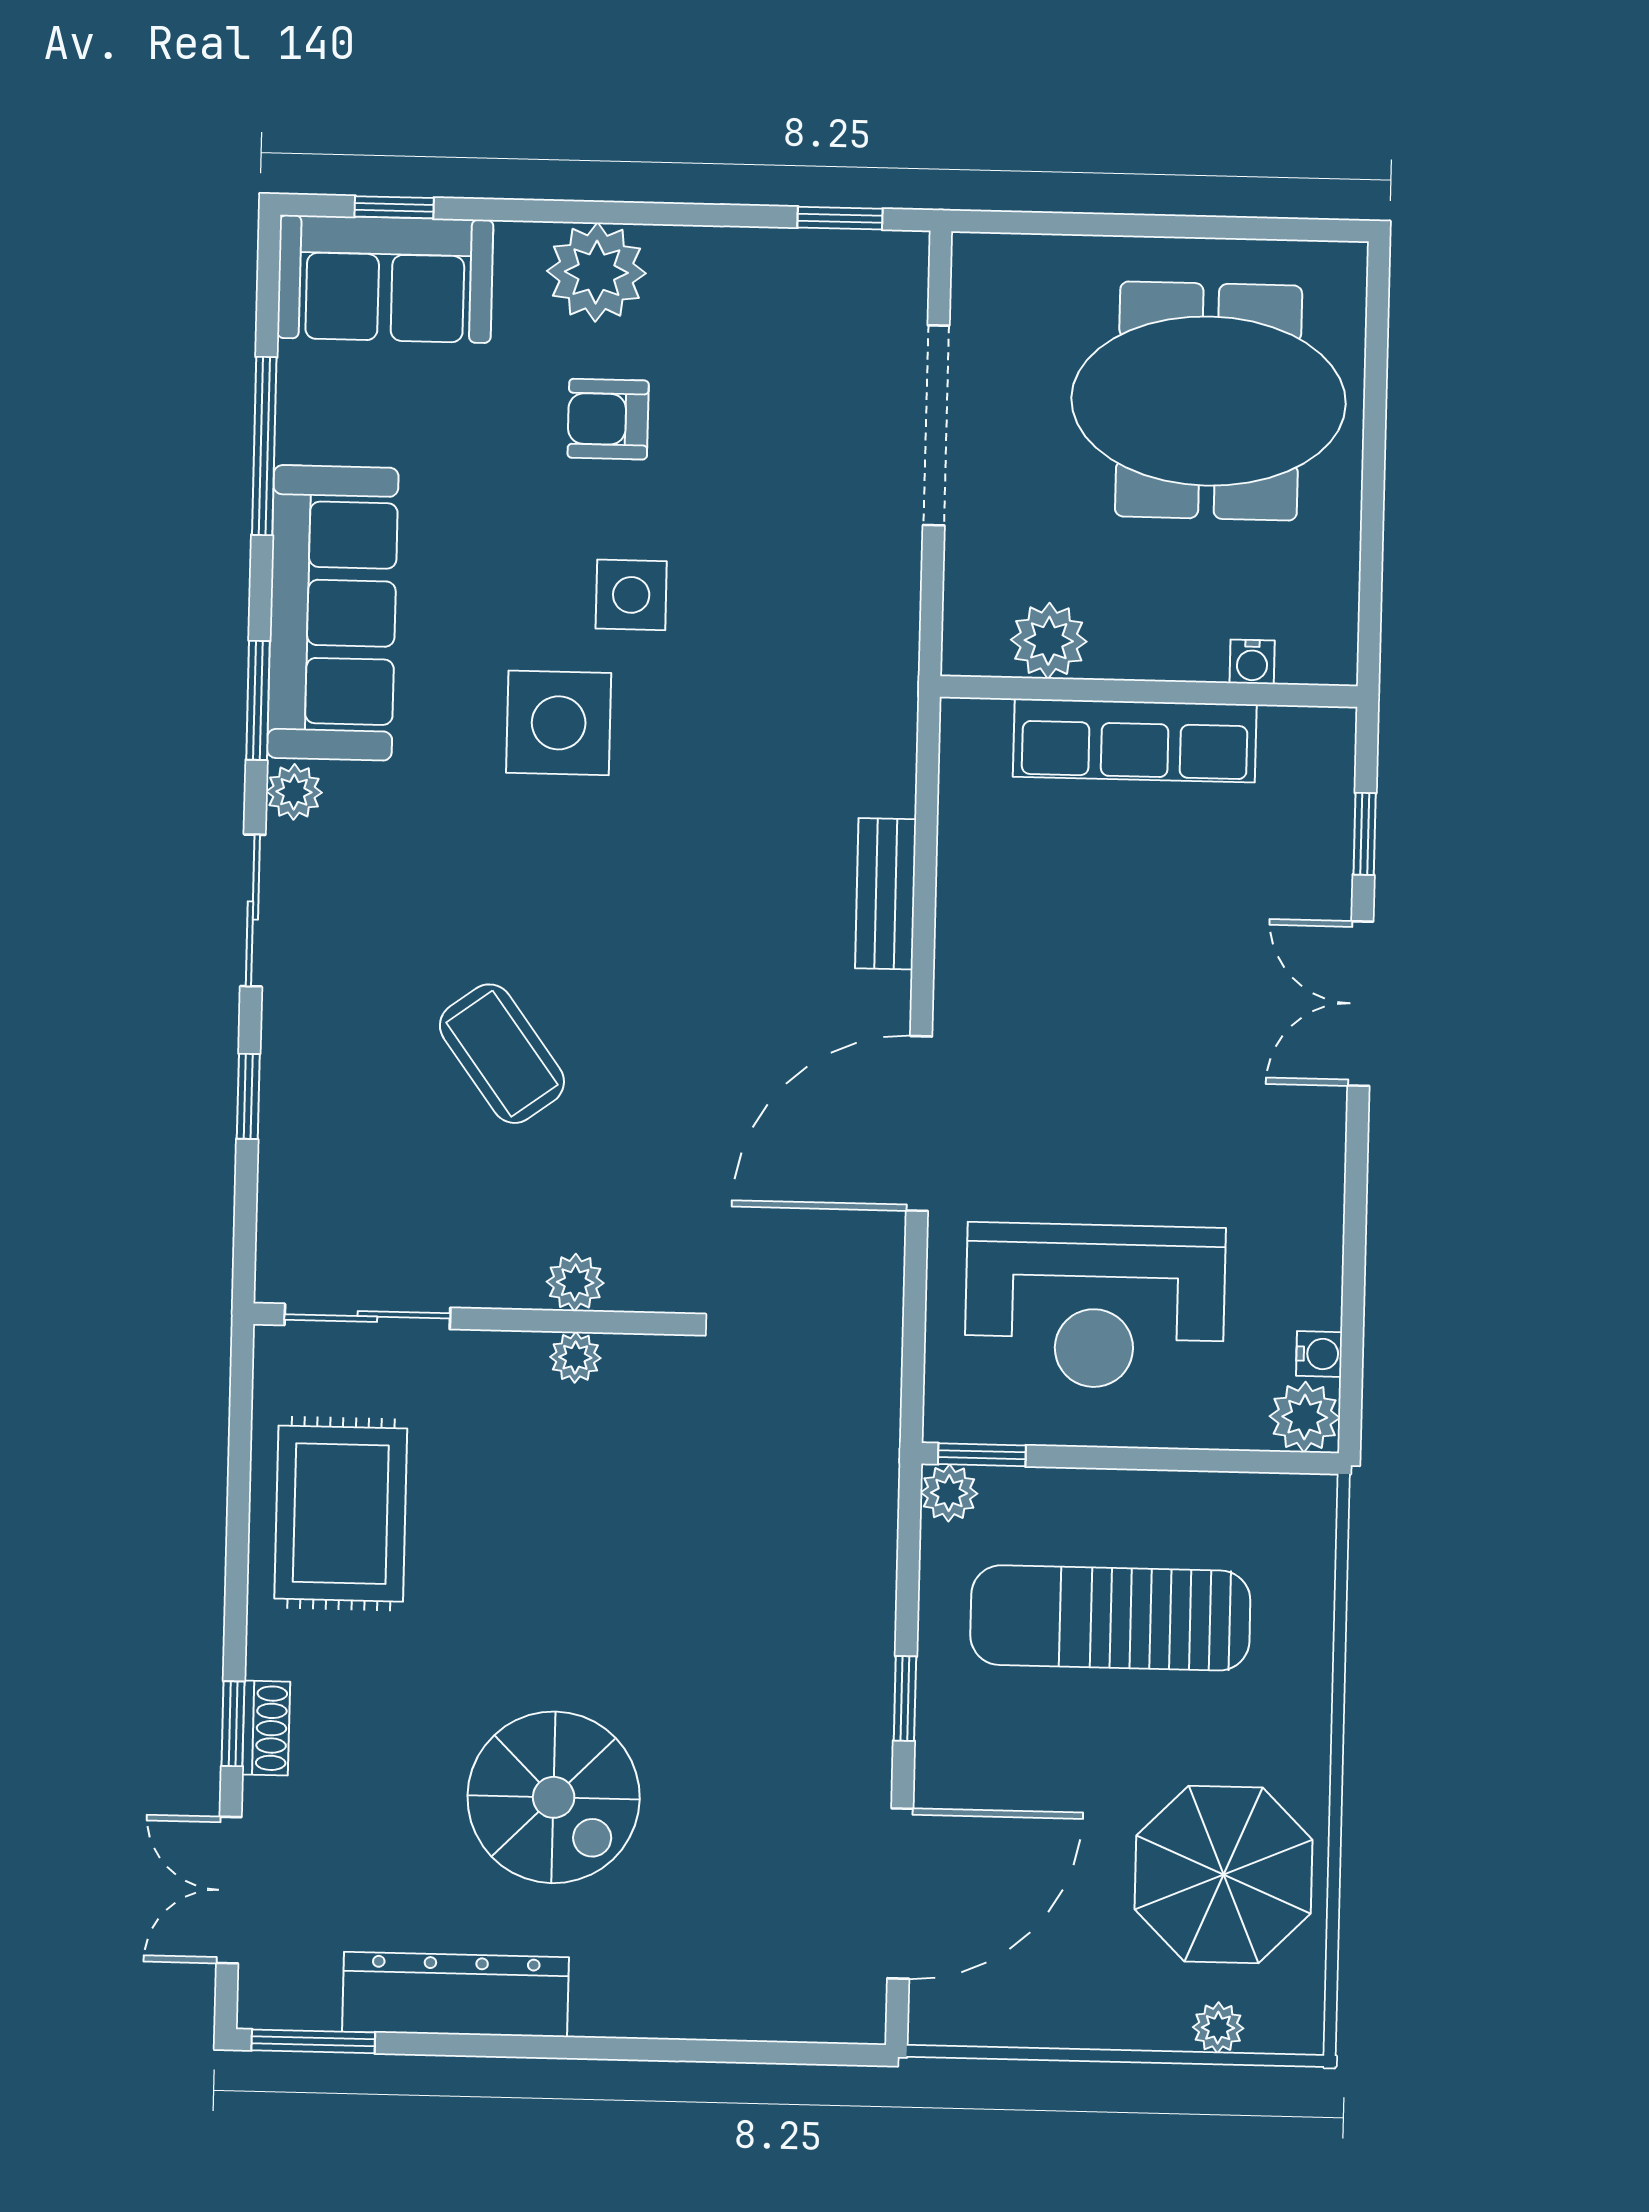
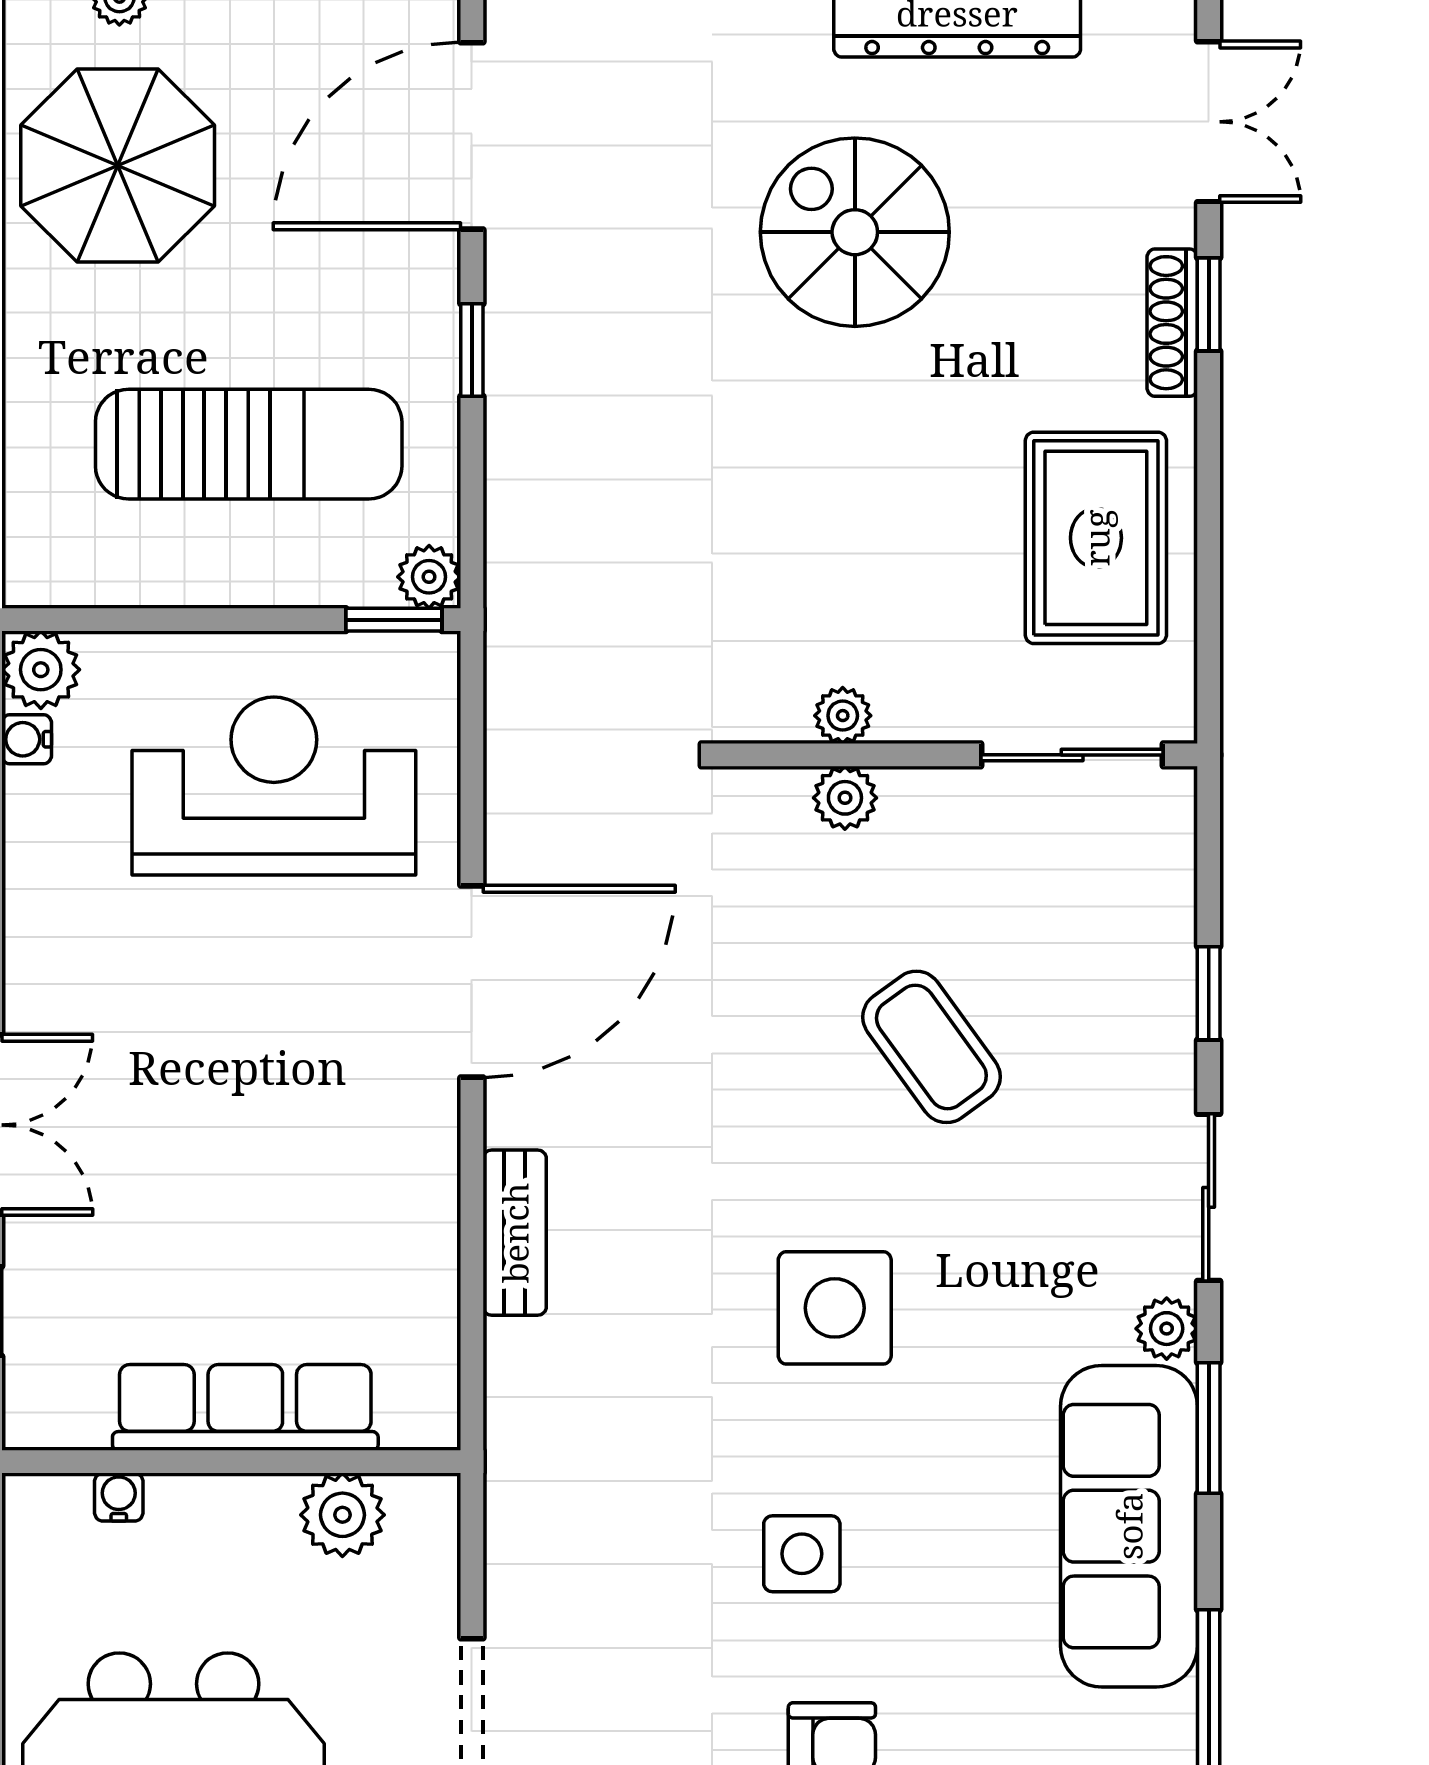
side table: (559, 723) -> (835, 1308), moved
shoe rack: (266, 1728) -> (1172, 323), width x1.43

